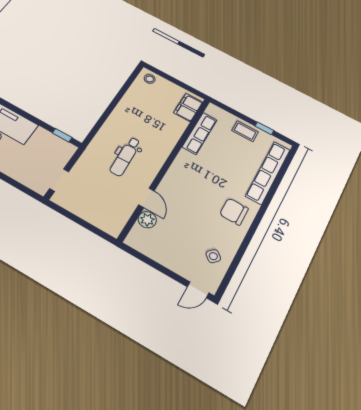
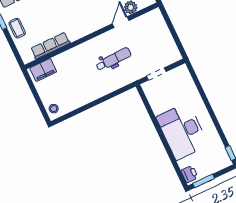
window: (62, 135) -> (145, 100), removed
doorway: (59, 180) -> (157, 74), moved

